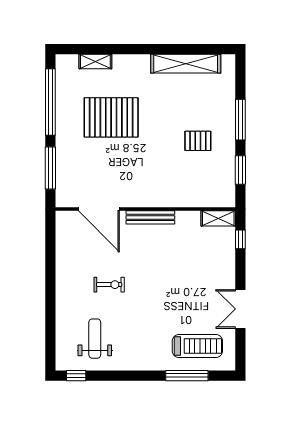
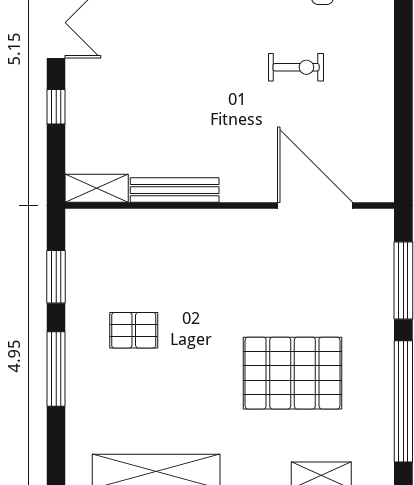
bench: (150, 217) -> (175, 190), moved
window: (240, 239) -> (56, 107), moved
exercise bike: (109, 285) -> (296, 67), turned 180

